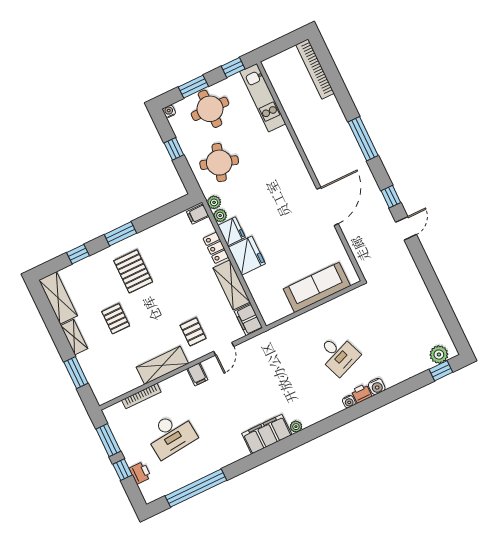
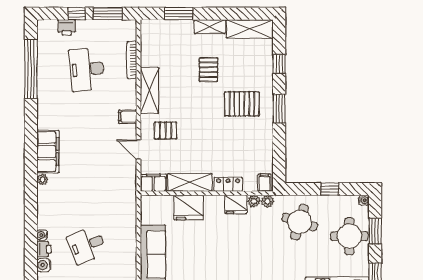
fridge: (247, 256) -> (189, 208), moved
pallet: (116, 319) -> (208, 70), turned 90

